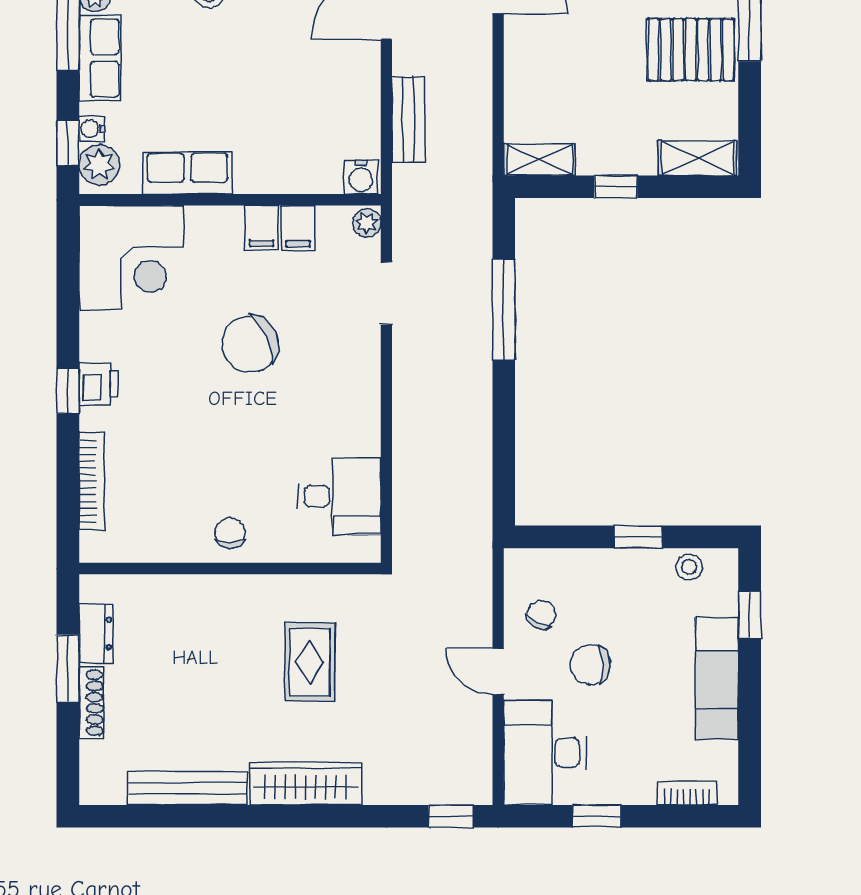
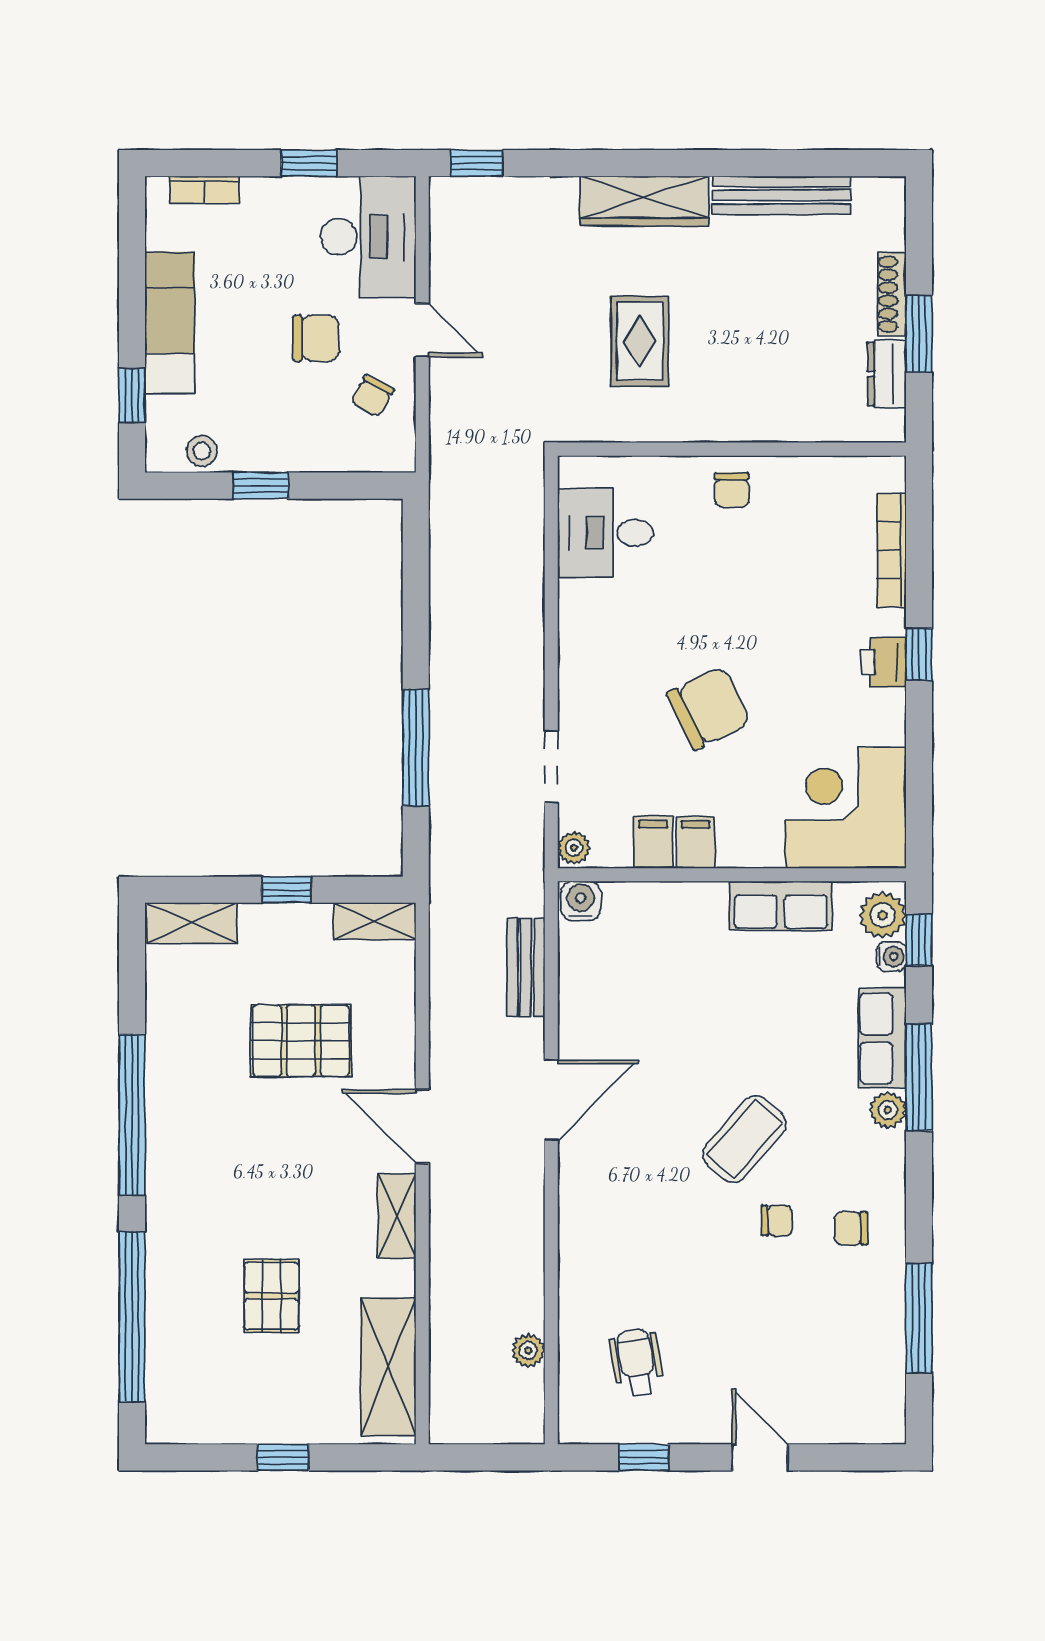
pallet: (691, 50) -> (301, 1041), moved

